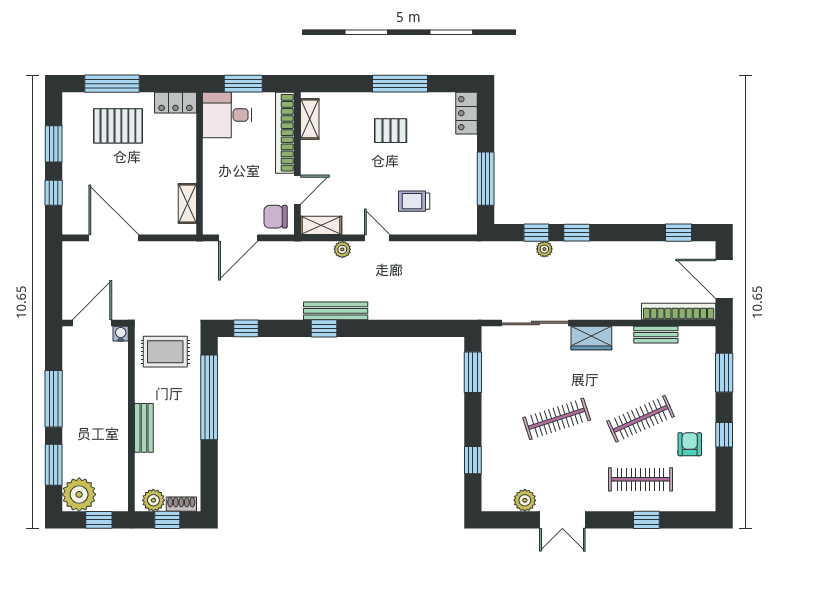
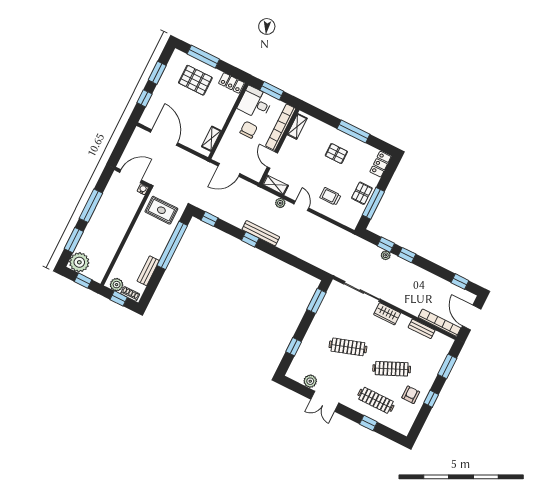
pallet: (460, 172) -> (362, 193), added
door: (297, 190) -> (272, 160), swing flipped
chair: (276, 217) -> (249, 130), moved, turned 90
bench: (144, 428) -> (148, 271), moved

